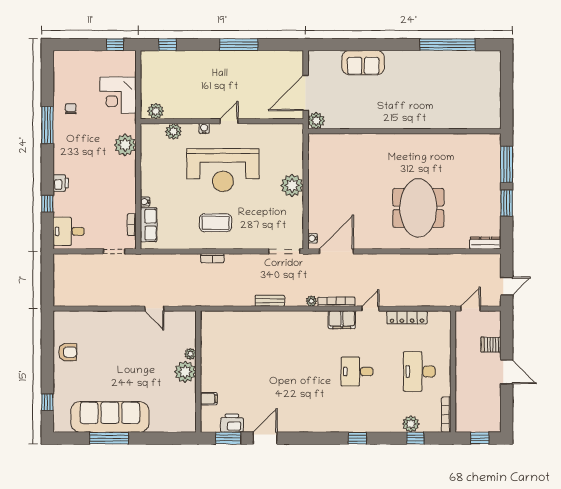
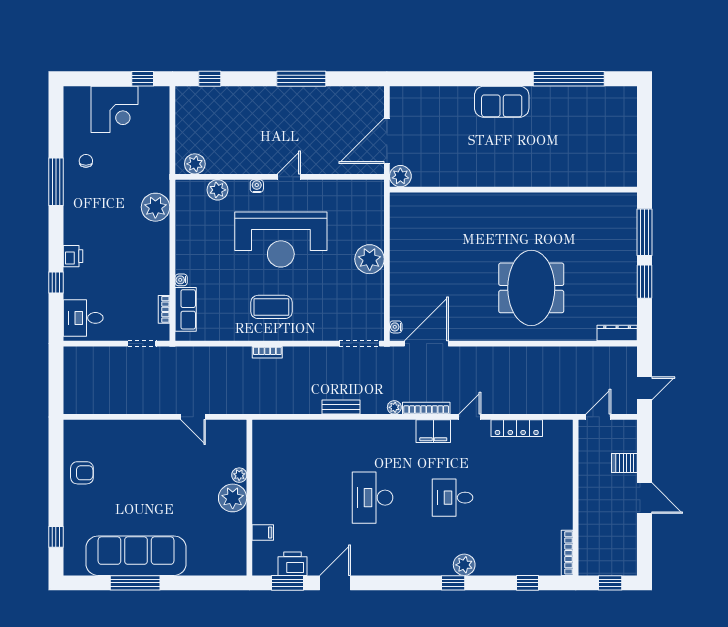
sofa: (363, 63) -> (502, 102), moved
corner desk: (118, 95) -> (114, 109), moved, turned -90
desk: (419, 372) -> (373, 498), moved
plant: (411, 424) -> (464, 565), moved

